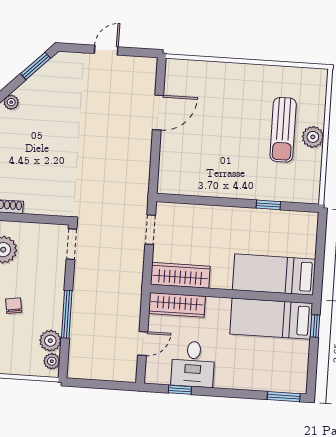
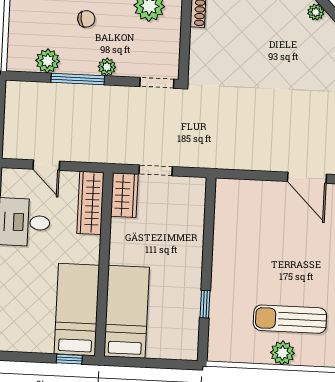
doorway: (150, 230) -> (156, 170), moved
wardrobe: (180, 275) -> (124, 195), width x0.67
plant: (52, 361) -> (107, 67), moved

